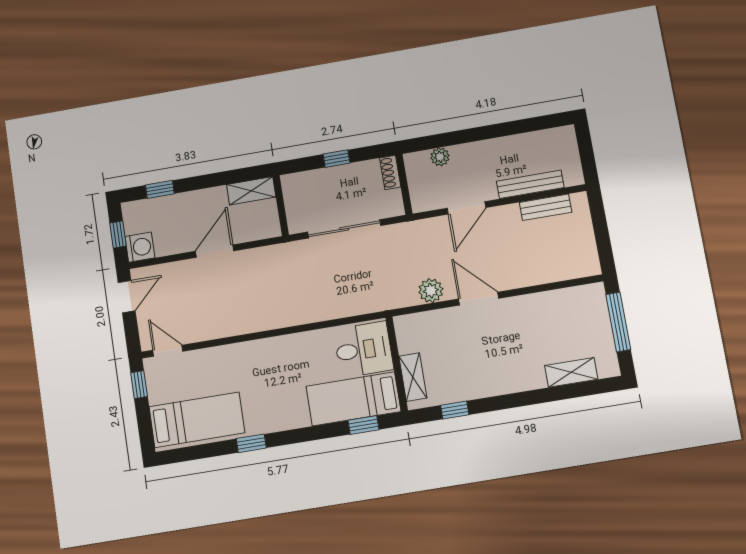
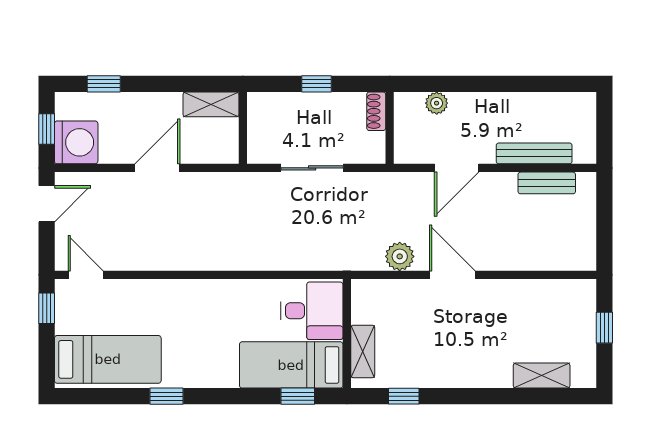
sliding door: (344, 229) -> (312, 168), width x0.73
washing machine: (140, 247) -> (76, 142), width x1.37, depth x1.37
window: (618, 322) -> (604, 328), width x0.46

